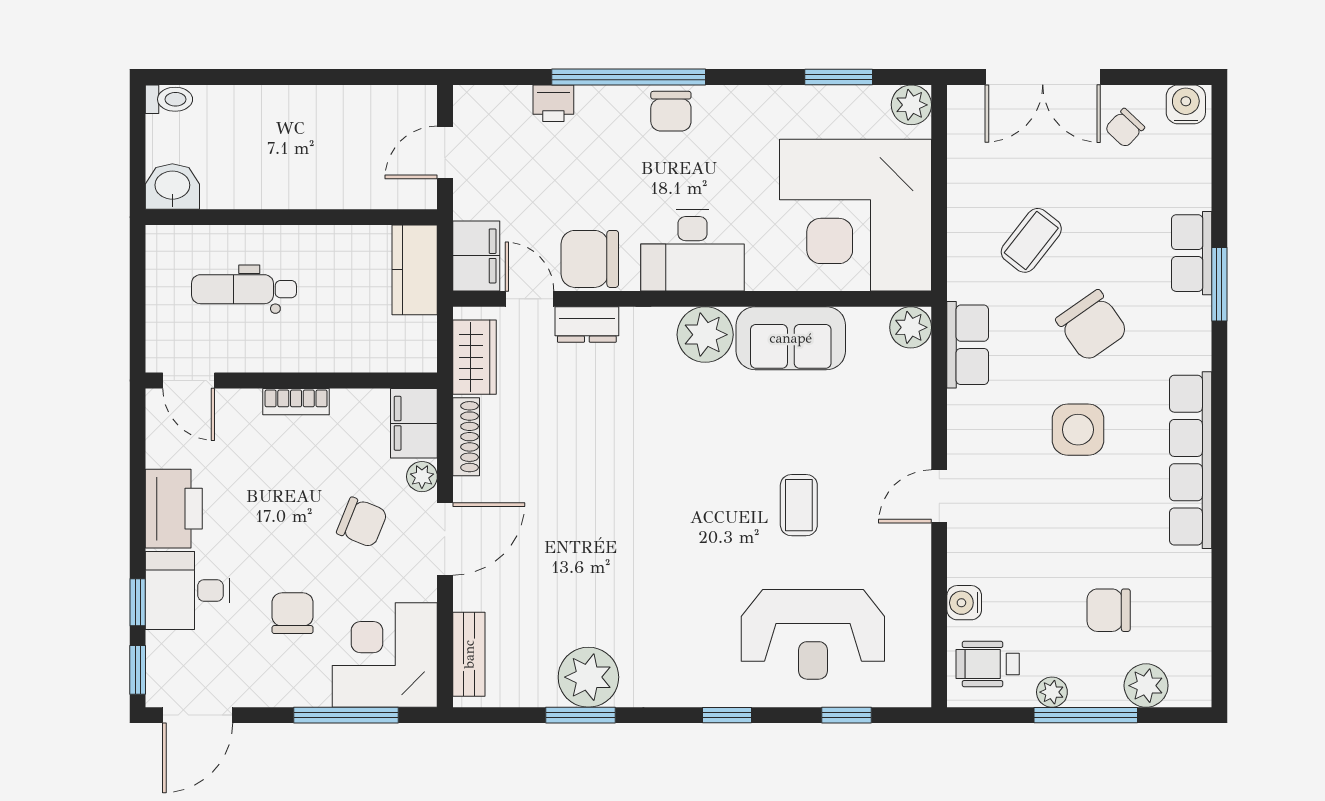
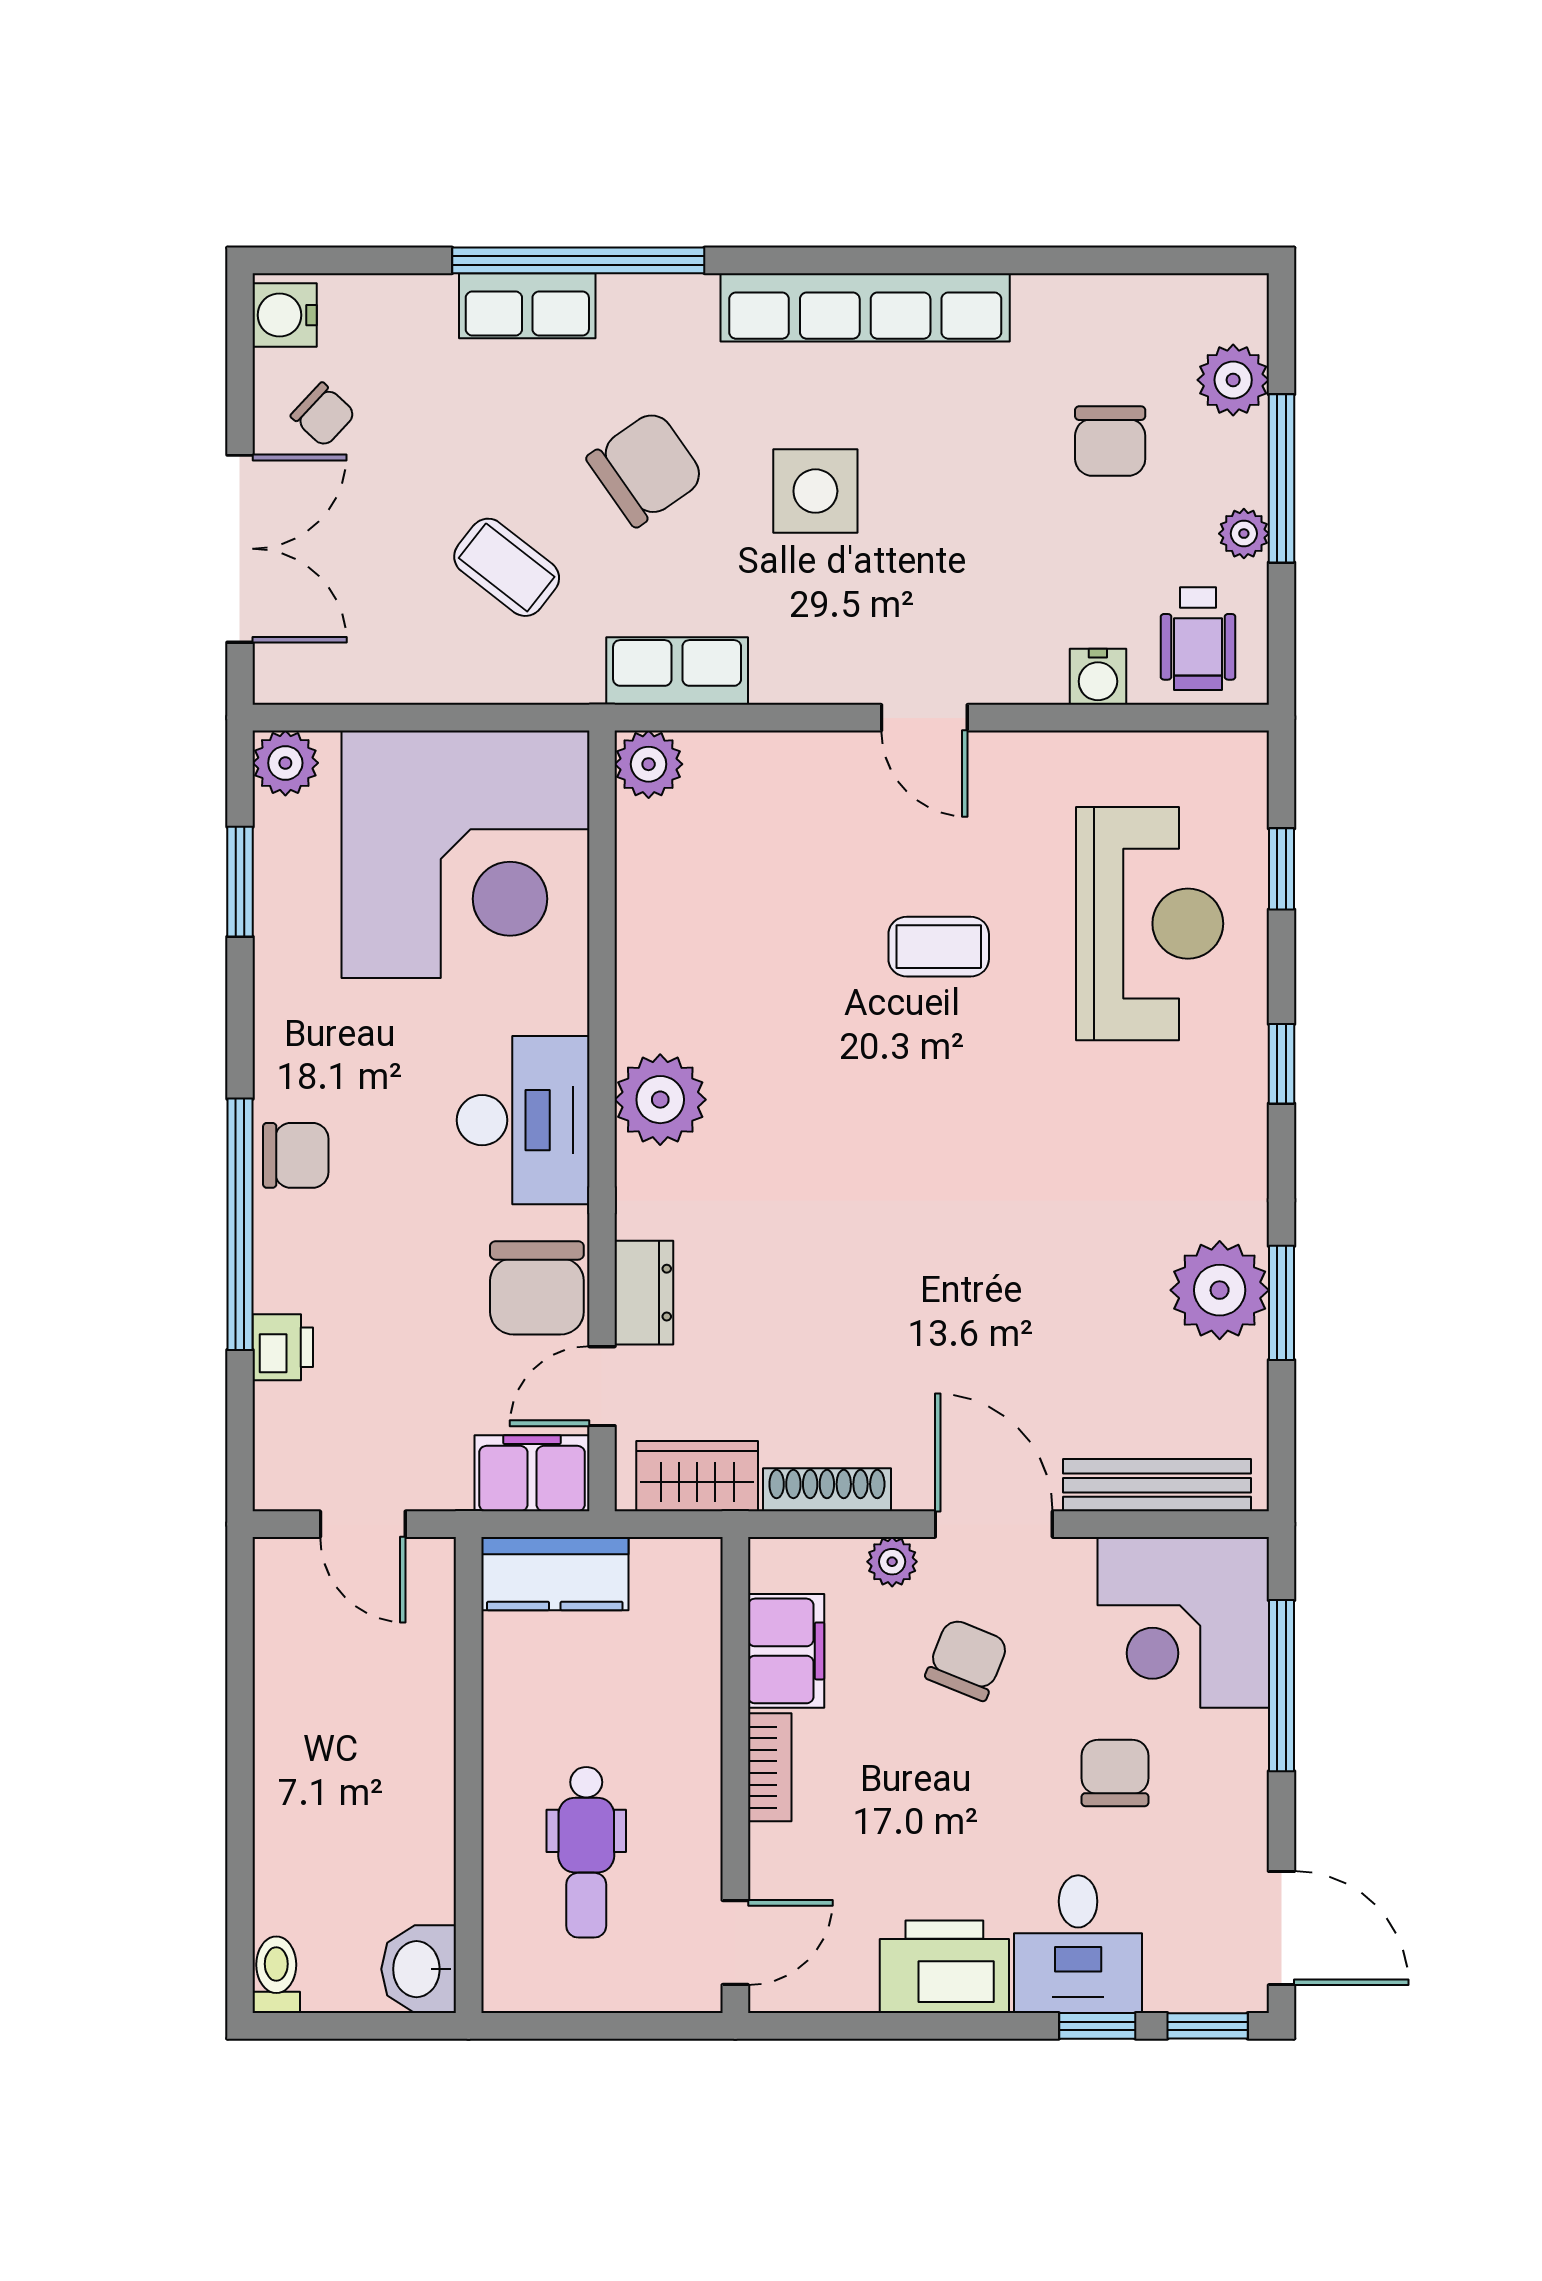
window: (1219, 284) -> (578, 260), width x2.11
sofa: (791, 338) -> (666, 960), removed
filing cabinet: (414, 423) -> (786, 1651), moved, turned -90
chair: (293, 613) -> (1115, 1773), turned 90
bench: (469, 654) -> (1157, 1485), width x1.36

